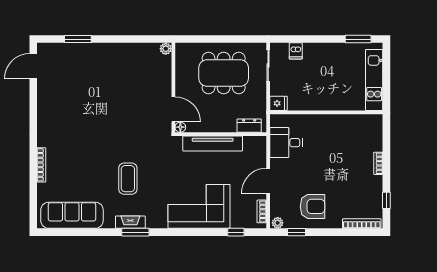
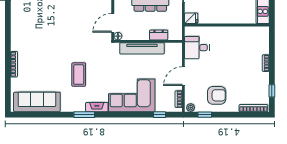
door: (173, 109) -> (113, 23), swing flipped
dresser: (249, 126) -> (159, 35), moved
fireplace: (130, 222) -> (97, 107), moved

